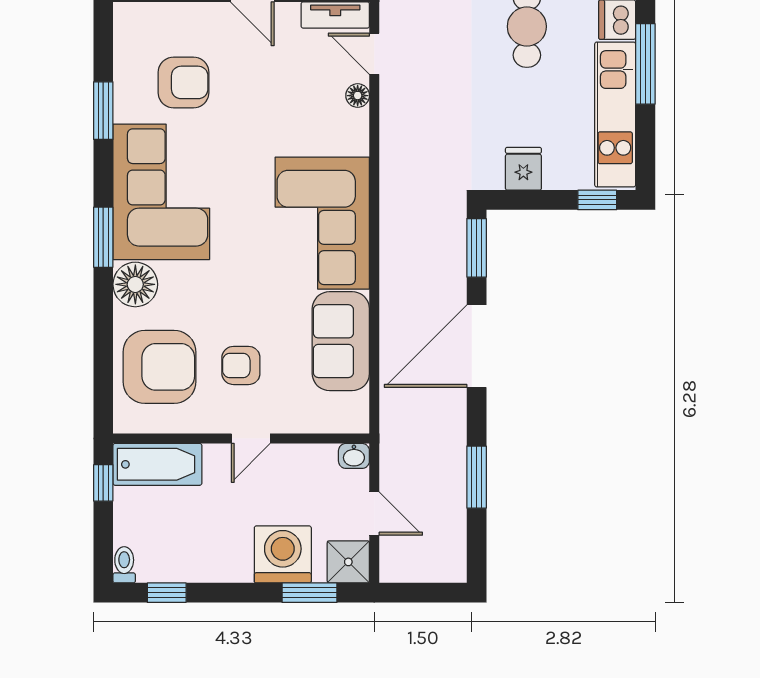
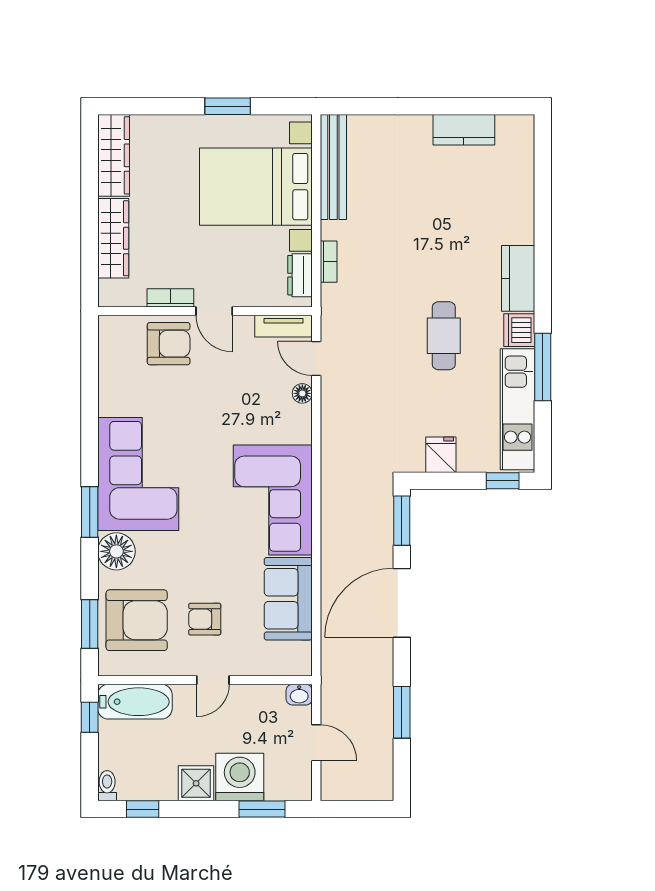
armchair: (184, 82) -> (169, 344), moved
window: (103, 111) -> (90, 624), moved
shower: (348, 562) -> (196, 783), moved

